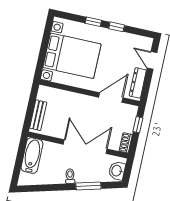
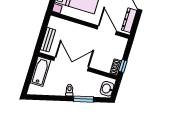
door: (111, 97) -> (107, 30), hinge flipped
window: (138, 125) -> (123, 66), moved
double door: (85, 147) -> (71, 64), moved

